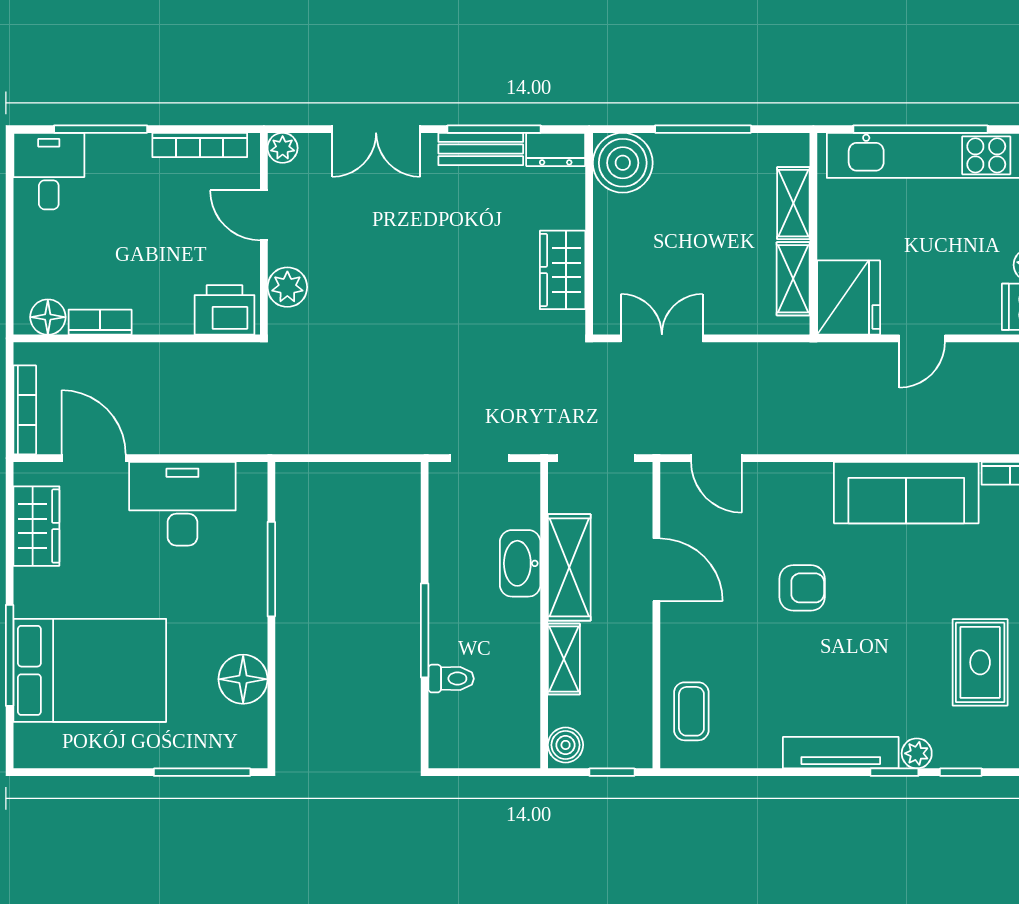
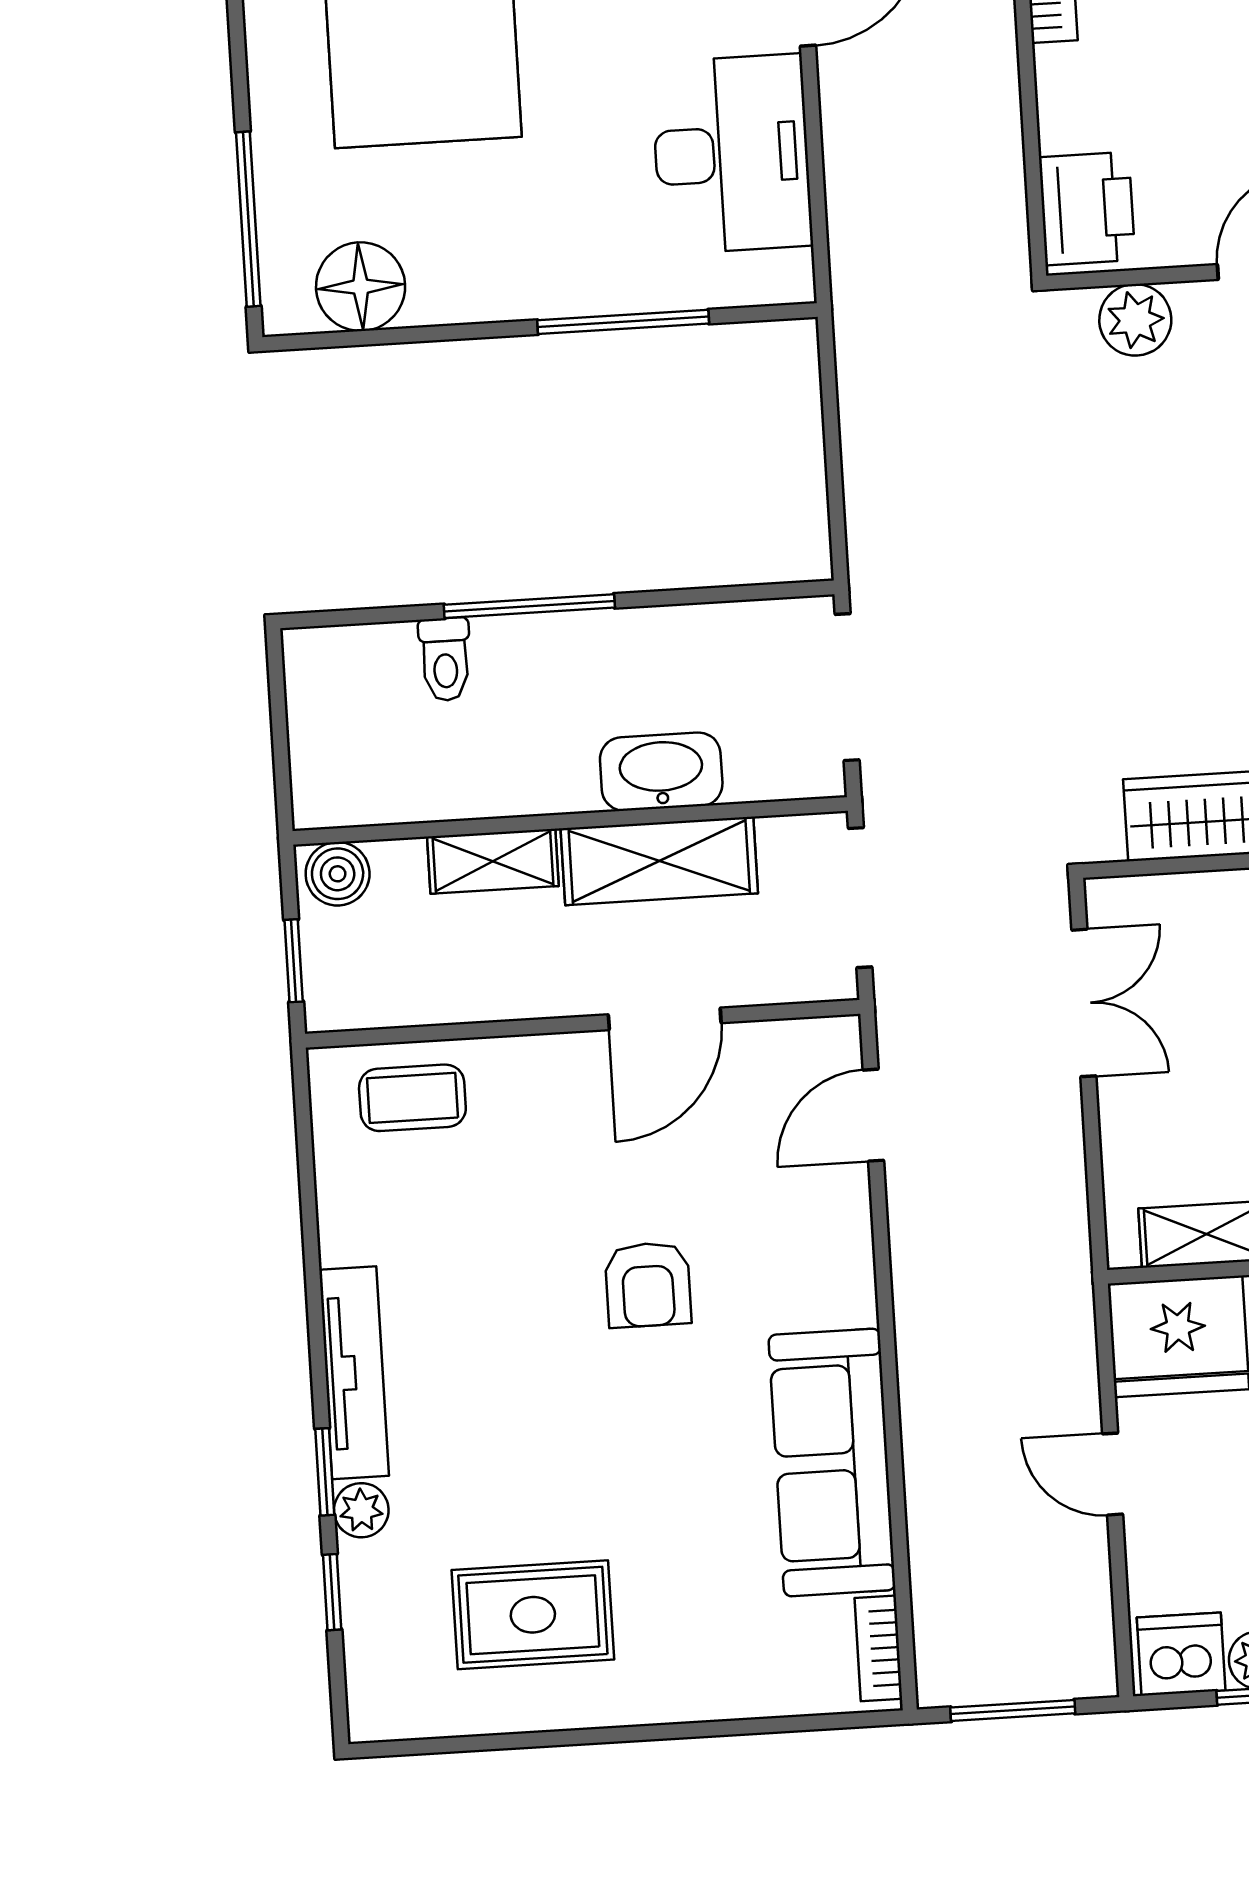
doorway: (480, 458) -> (847, 687), width x1.38
floor lamp: (243, 679) -> (361, 287), moved

